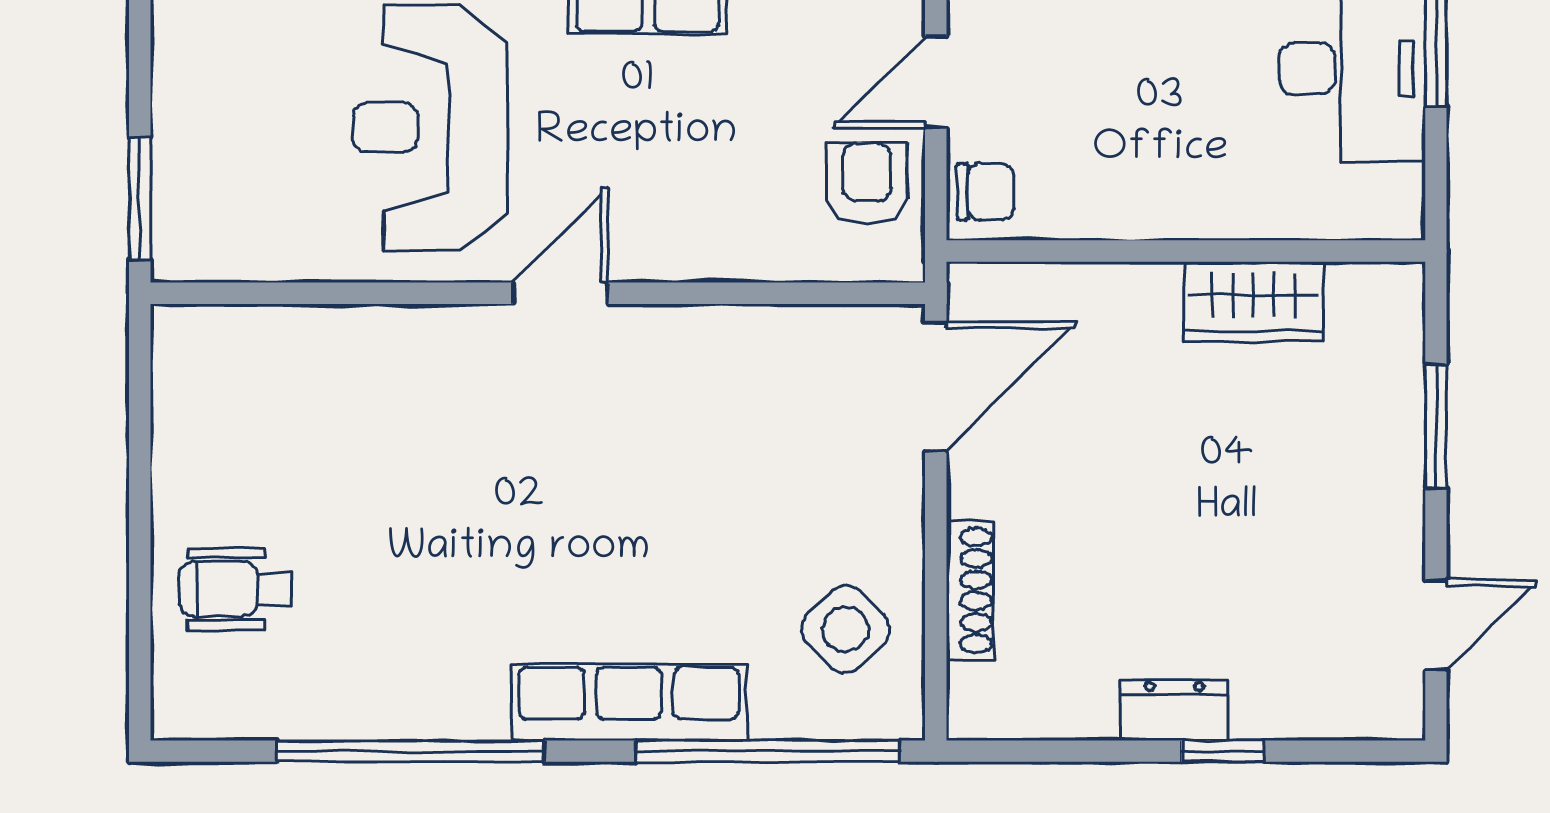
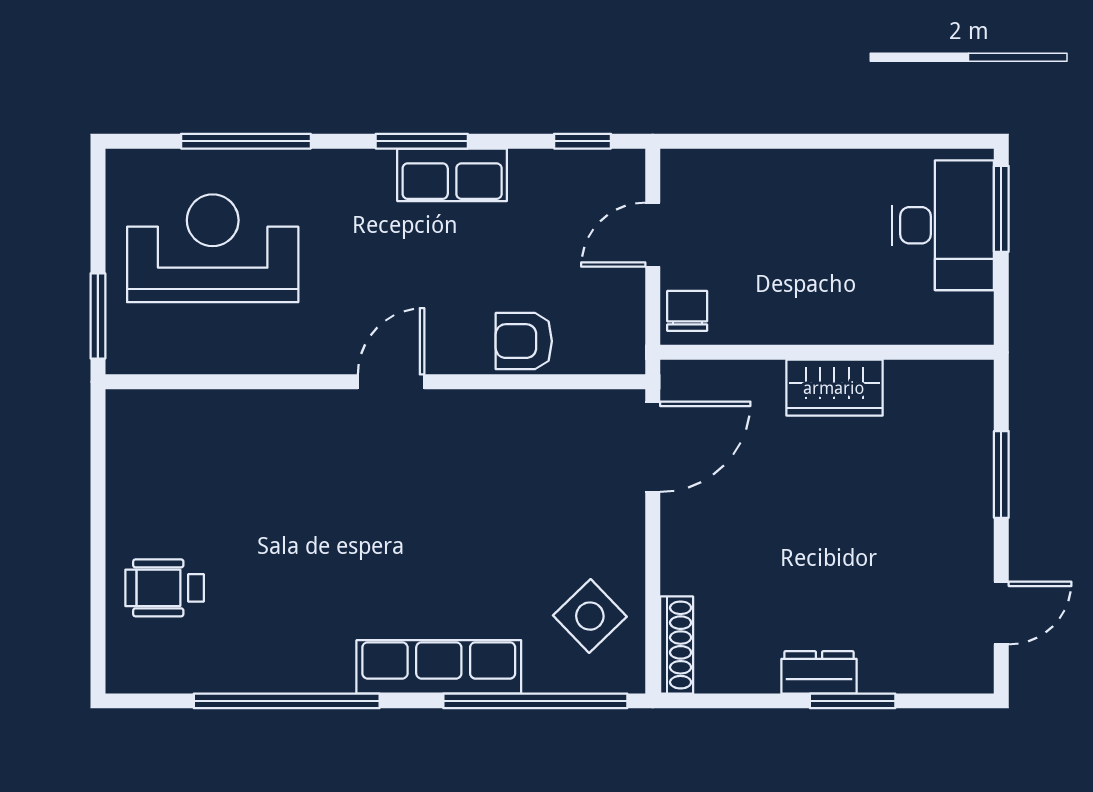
reception desk: (430, 128) -> (213, 248), moved, turned 90
armchair: (867, 183) -> (524, 341), moved, turned -90
chair: (985, 192) -> (687, 311), turned -90
wardrobe: (1253, 302) -> (834, 388), moved
shoe rack: (970, 590) -> (677, 645), moved
window: (1223, 751) -> (853, 701), width x1.50

